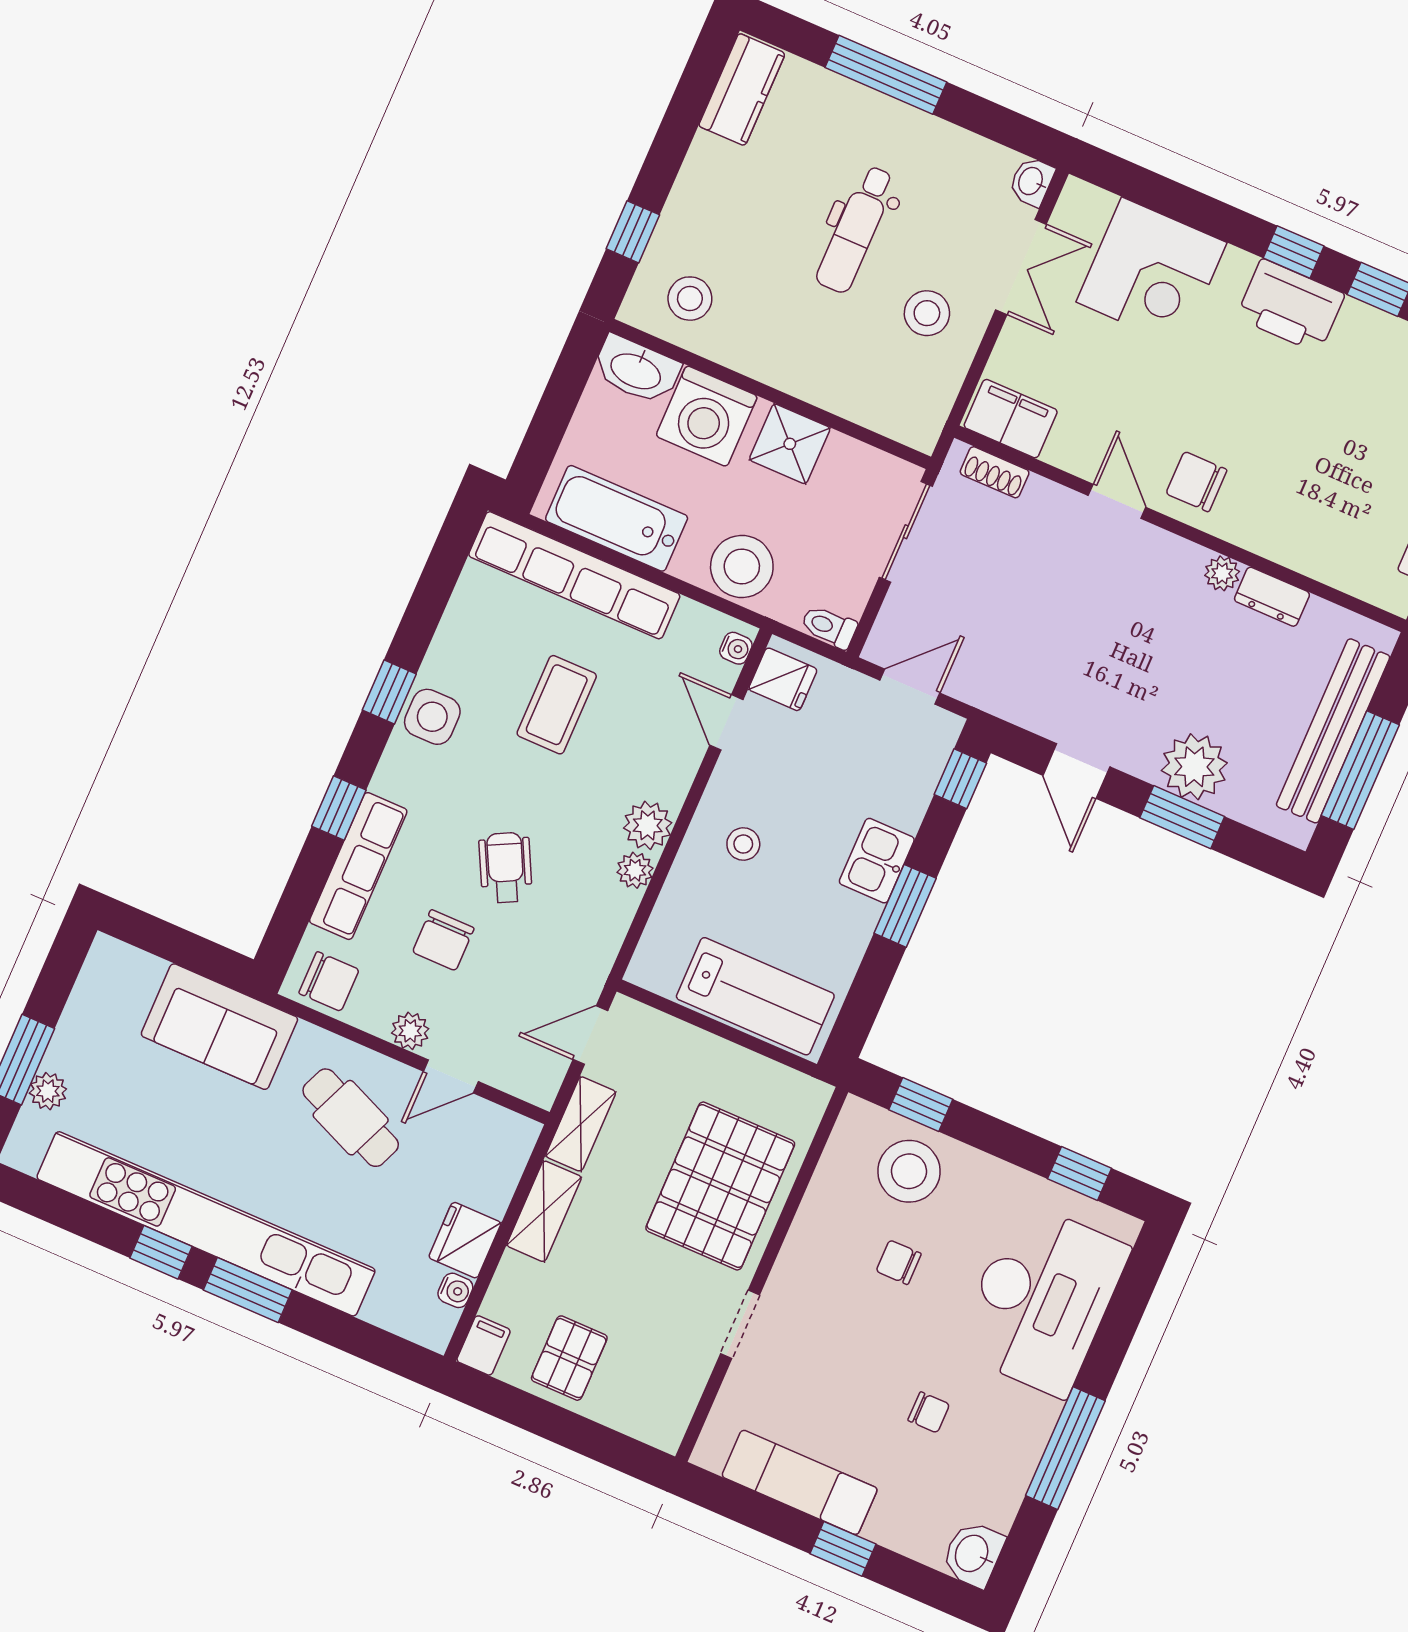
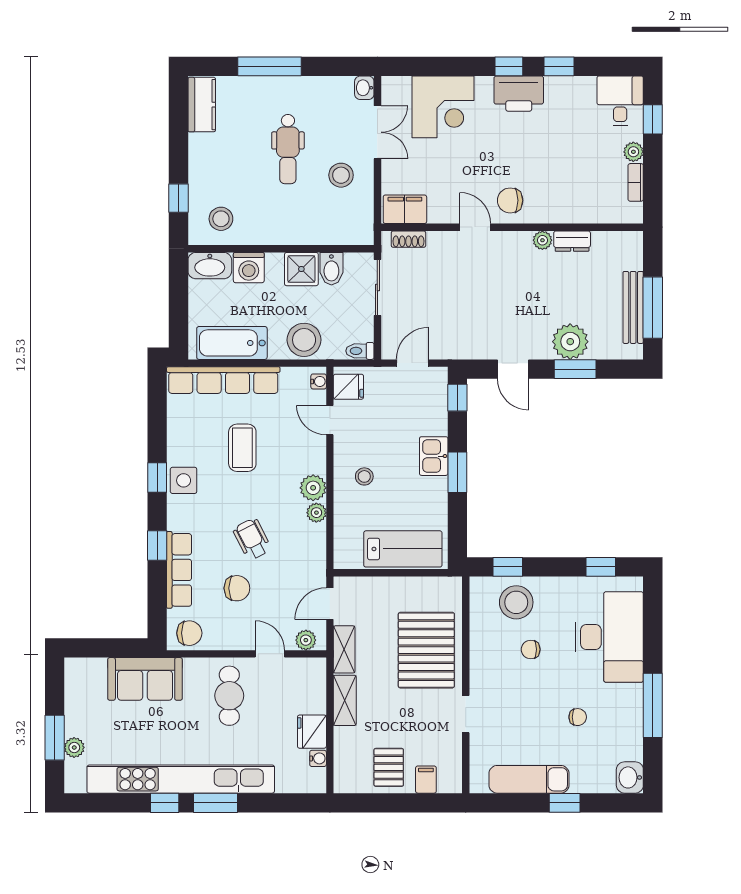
washing machine: (707, 416) -> (249, 268), width x0.73, depth x0.73
bidet: (841, 465) -> (331, 269), added
bench: (1333, 731) -> (633, 307), width x0.73, depth x0.82
chair: (443, 940) -> (237, 588), turned -90
plant: (410, 1031) -> (306, 640), moved
door: (451, 1076) -> (270, 654), swing flipped
cafe table: (351, 1118) -> (229, 696), turned 67
filing cabinet: (484, 1345) -> (426, 780), moved

